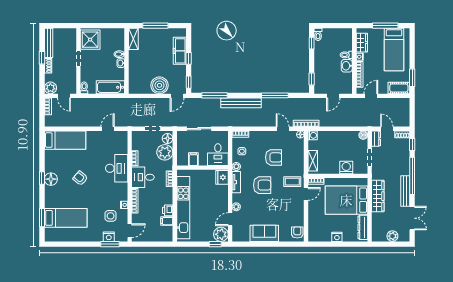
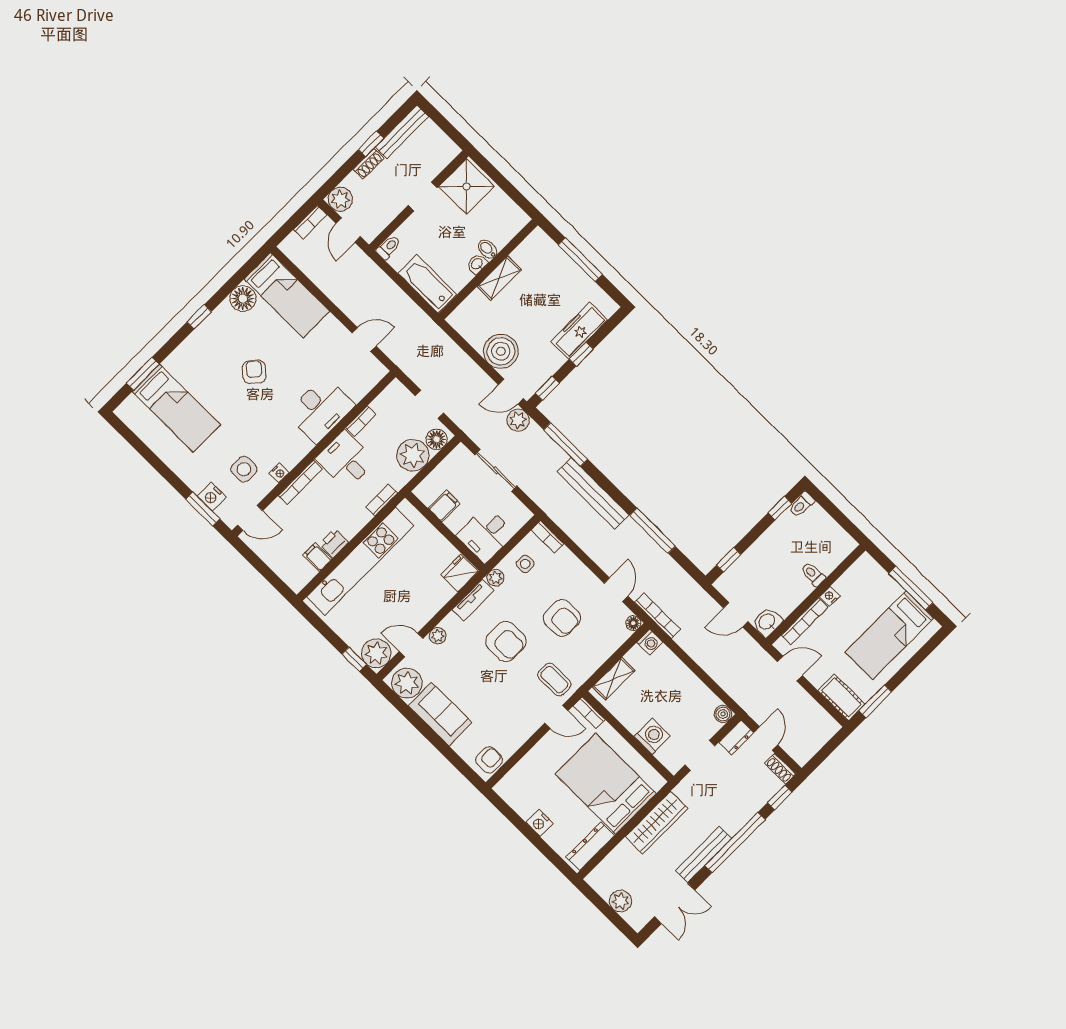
shelving: (133, 39) -> (499, 278), moved
wardrobe: (362, 43) -> (853, 579), removed
washbasin: (347, 66) -> (767, 622), moved
plant: (189, 103) -> (518, 420), added
floor lamp: (51, 179) -> (243, 299), moved
plant: (242, 234) -> (407, 683), added

